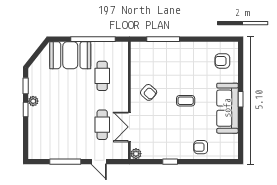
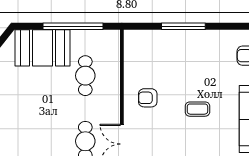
window: (163, 39) -> (183, 26), moved
armchair: (149, 92) -> (148, 98), turned 138

